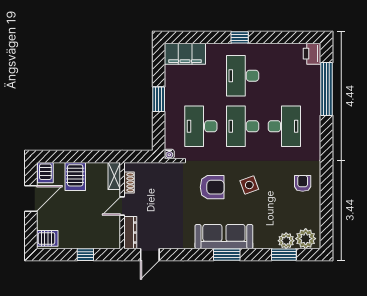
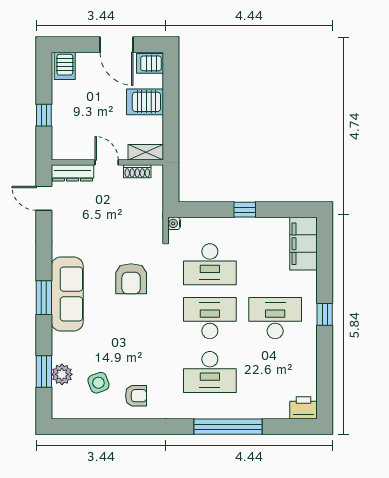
window: (327, 89) -> (228, 427), moved
window: (159, 99) -> (245, 210), width x0.67
desk: (201, 126) -> (210, 264), turned 180
side table: (249, 185) -> (98, 383), moved
plant: (306, 239) -> (65, 400), removed

